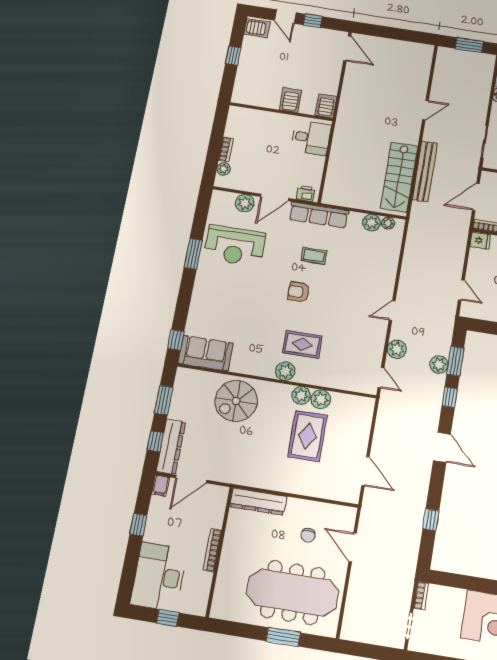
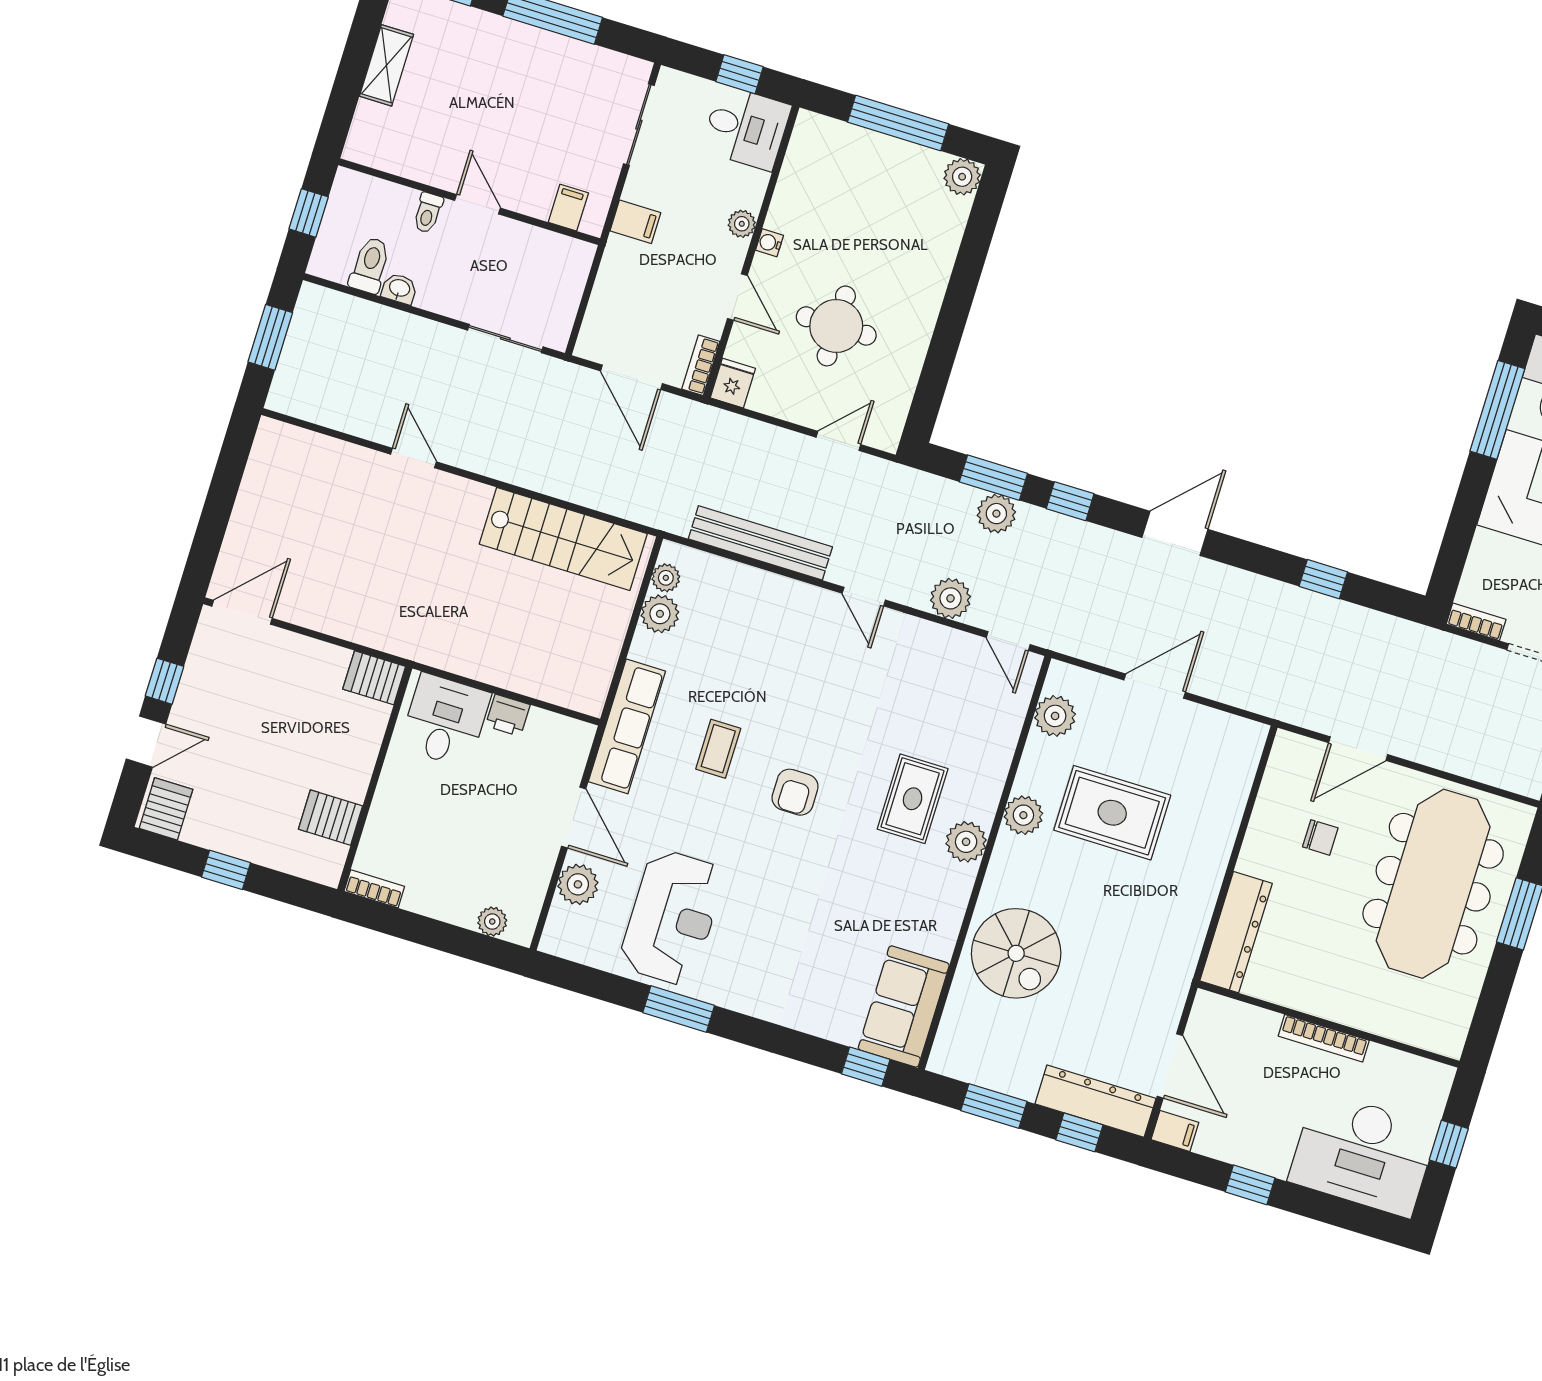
server rack: (291, 100) -> (331, 818), moved
bookcase: (226, 149) -> (374, 889), moved
bench: (425, 171) -> (760, 543), moved
printer: (306, 193) -> (508, 715), moved, turned -90
door: (381, 378) -> (1008, 641), swing flipped
plant: (321, 399) -> (1055, 716), moved
door: (365, 471) -> (1155, 686), moved

